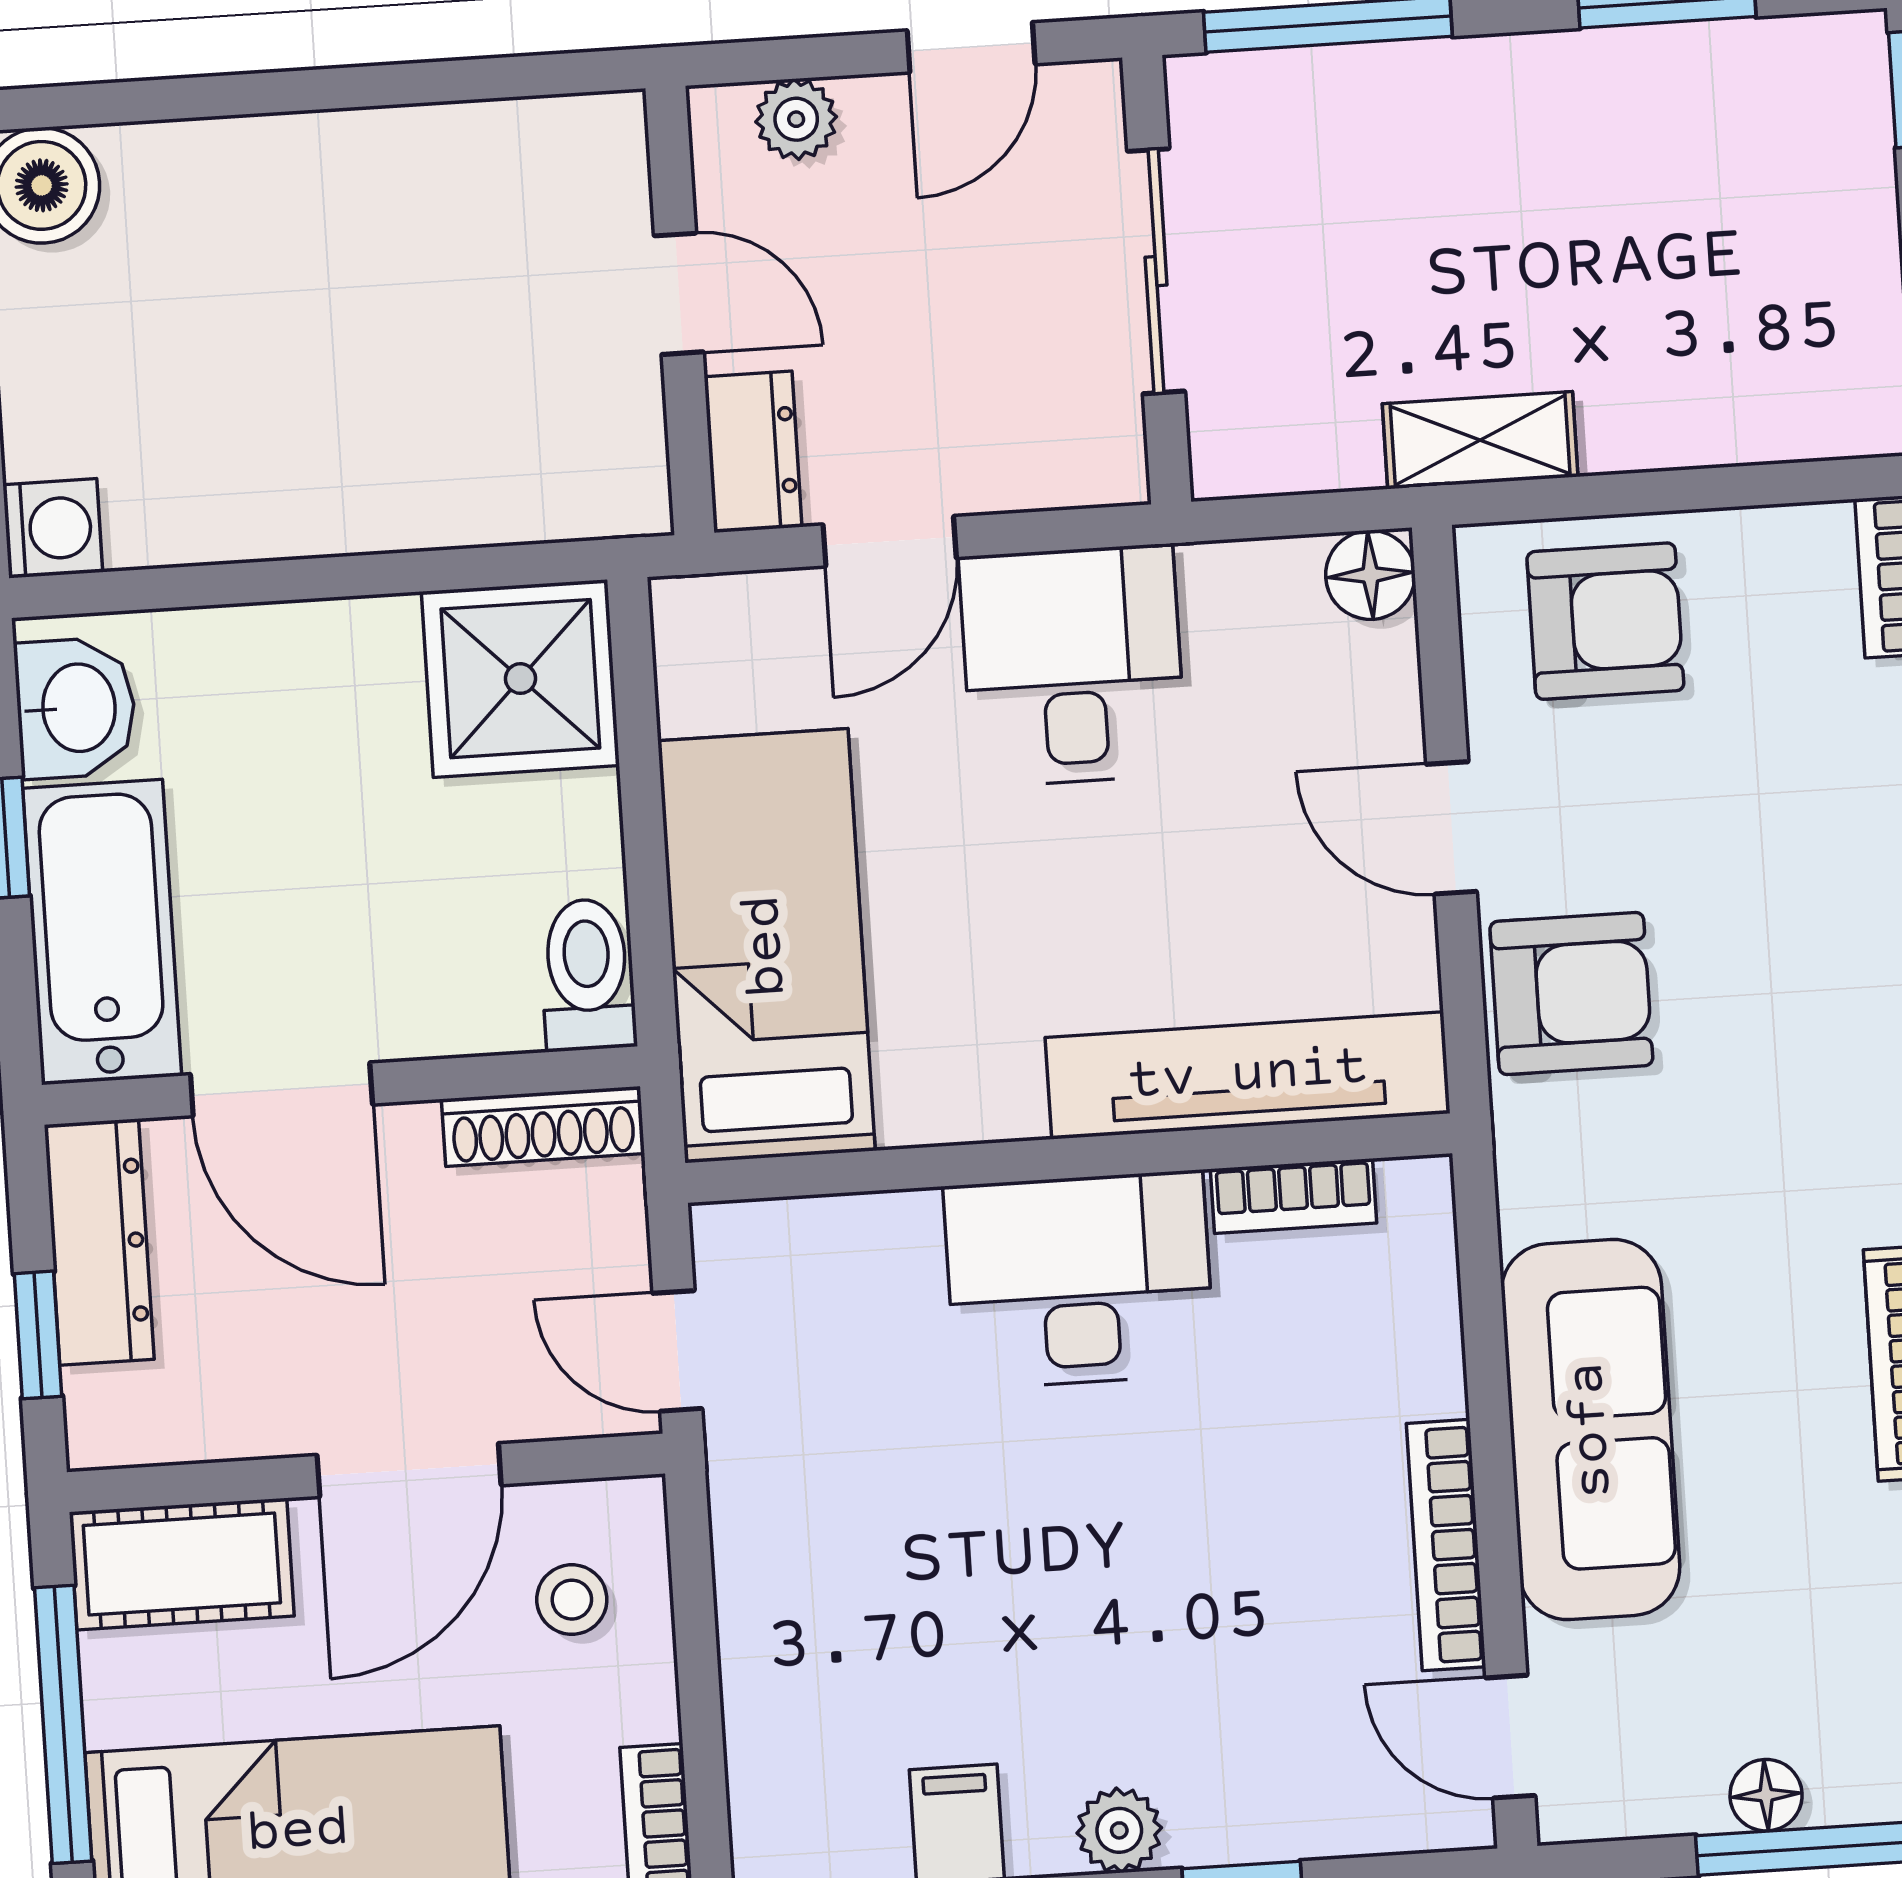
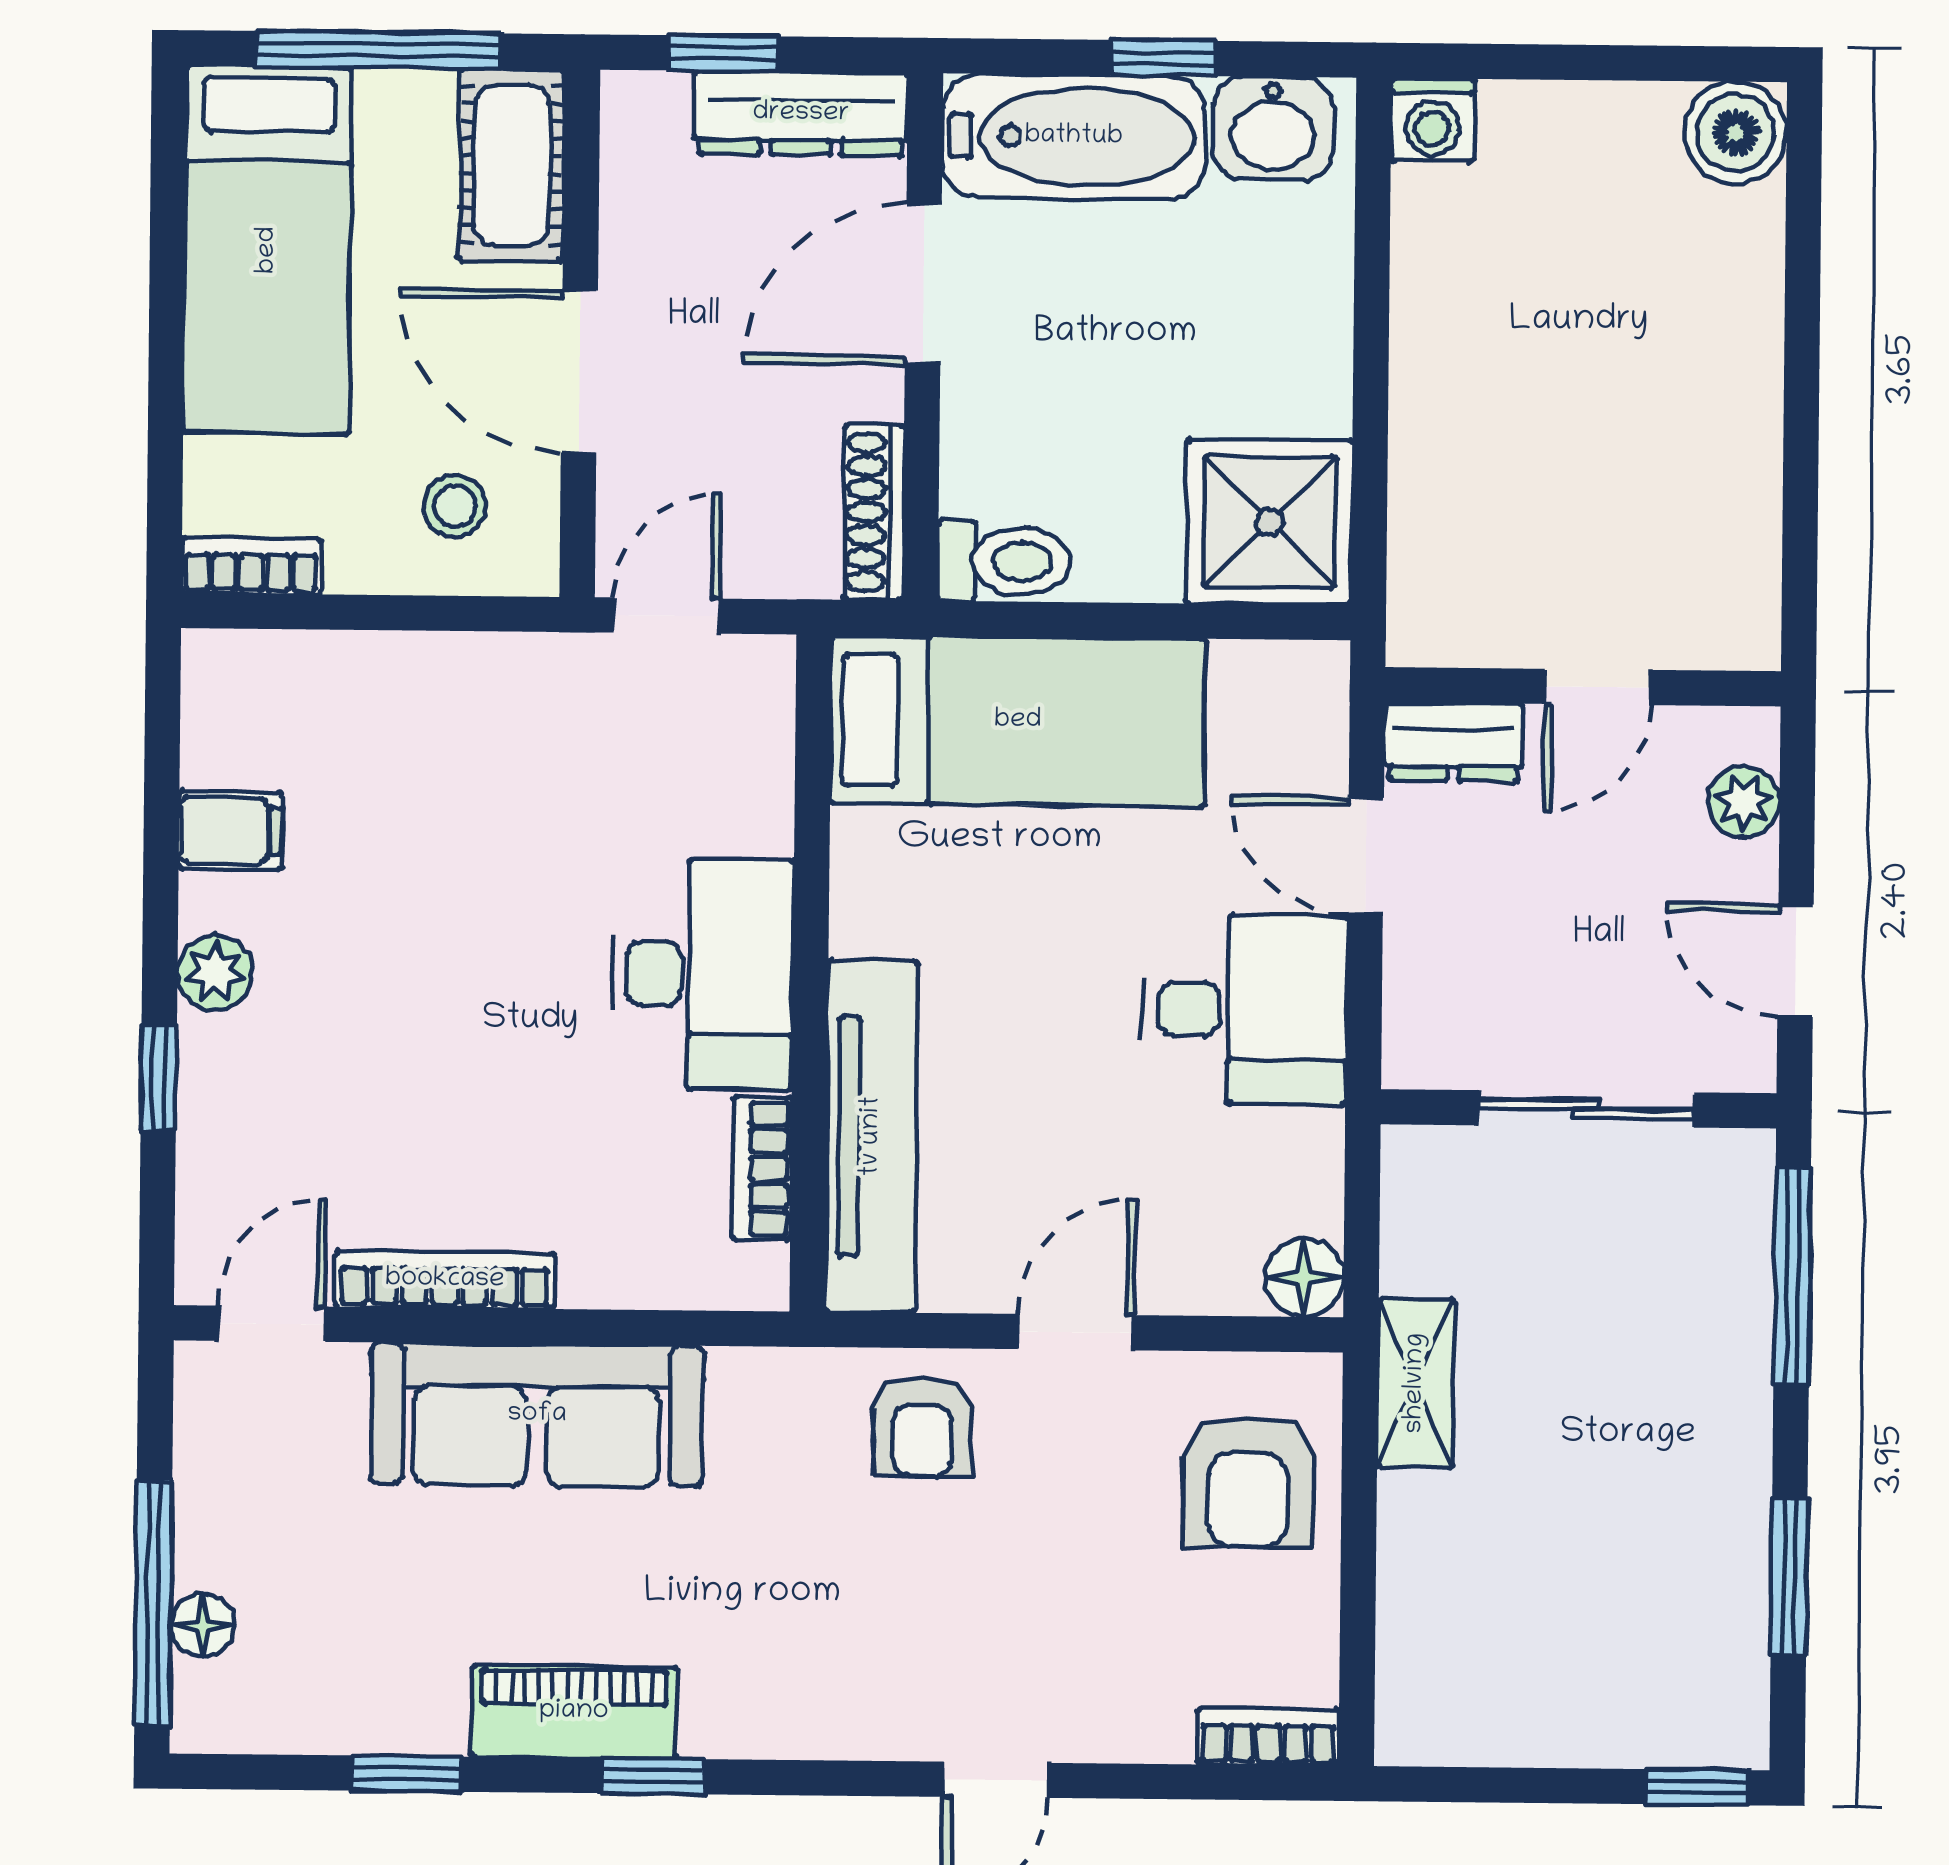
armchair: (1571, 993) -> (922, 1427), width x0.72, depth x0.72
floor lamp: (1766, 1795) -> (202, 1625), moved

